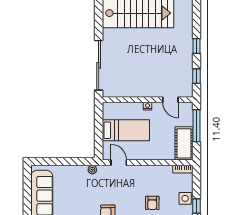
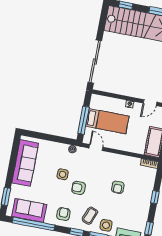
door: (170, 100) -> (150, 103), hinge flipped
window: (99, 134) -> (84, 120), added
side table: (185, 198) -> (63, 174), moved

